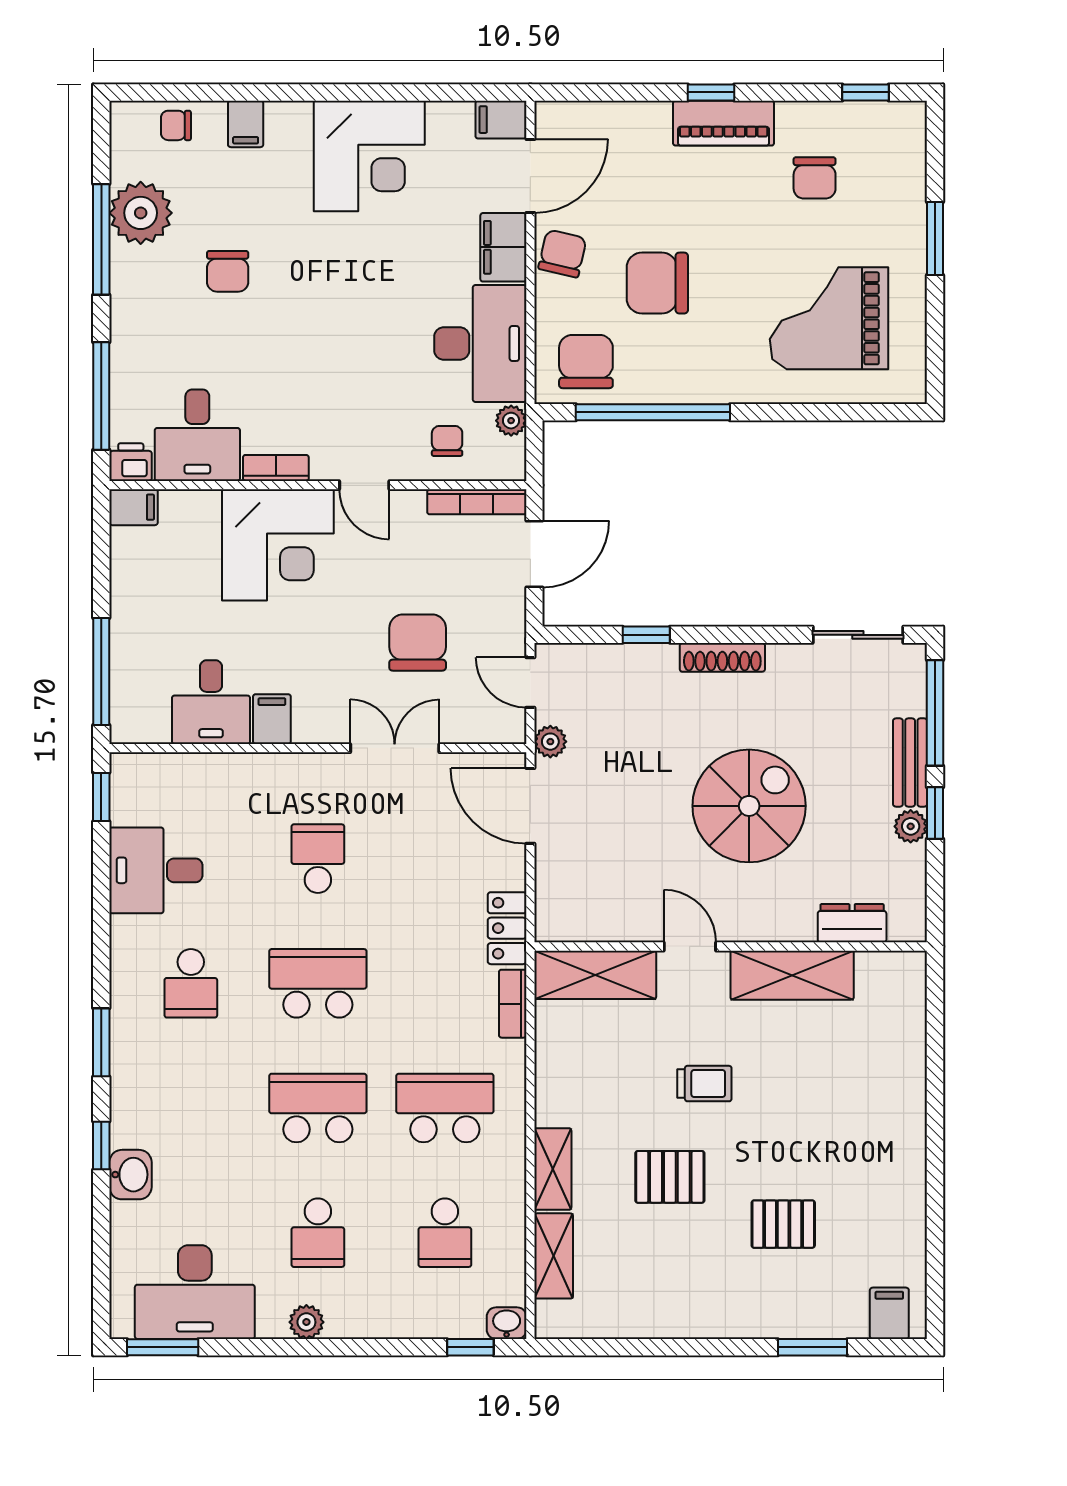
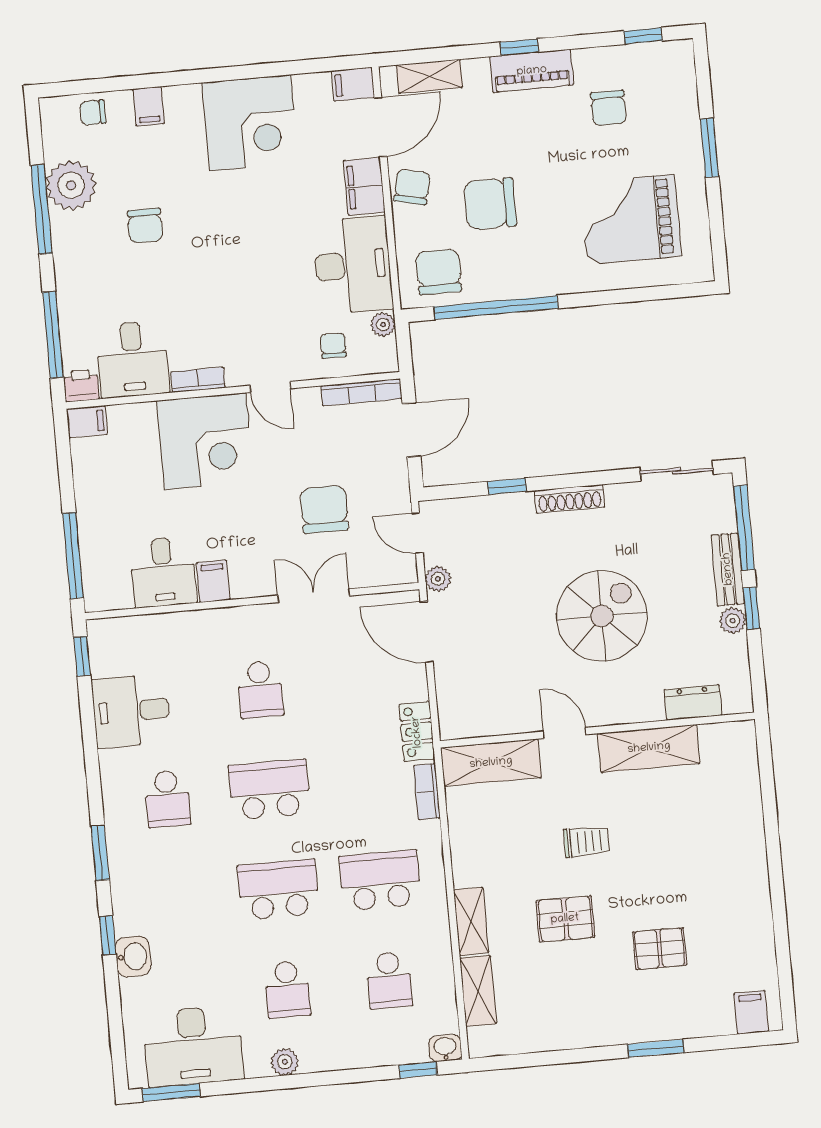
shelving: (596, 118) -> (429, 76), added
school desk: (318, 859) -> (260, 690), turned 180
window: (813, 1347) -> (656, 1048), moved

